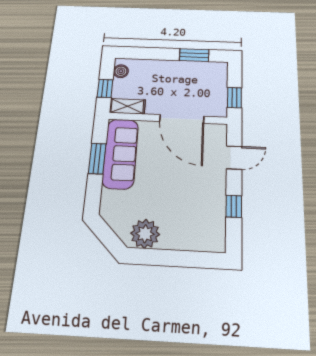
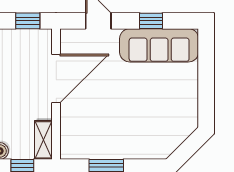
sofa: (120, 154) -> (159, 45), moved, turned 180
plant: (145, 234) -> (184, 110), removed

